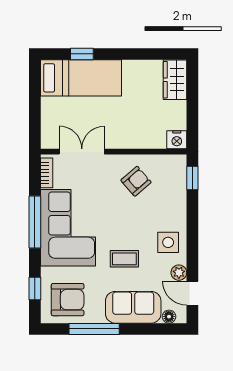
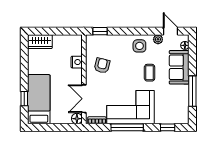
floor lamp: (49, 140) -> (77, 119), added
nightstand: (177, 140) -> (77, 62), moved
armchair: (136, 181) -> (102, 66), turned 55
door: (192, 293) -> (171, 31), swing flipped
armchair: (68, 300) -> (174, 107), removed

